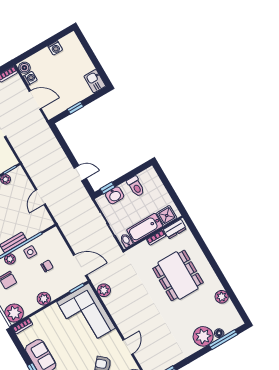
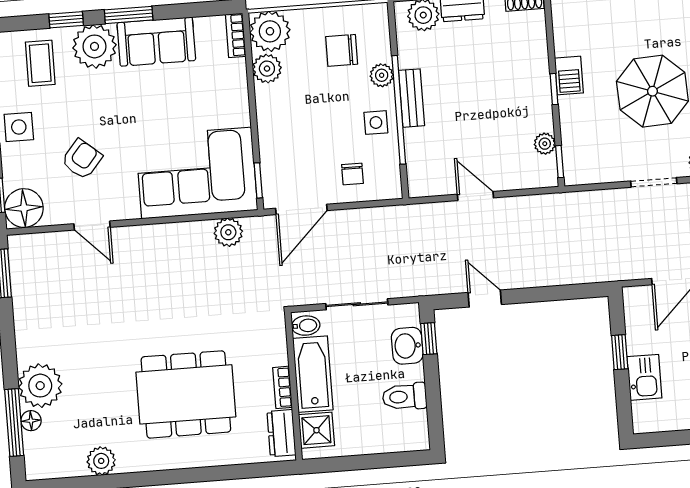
kitchen sink: (95, 81) -> (644, 377), moved, turned 90
door: (80, 173) -> (485, 299), swing flipped
chair: (47, 266) -> (353, 174), moved
plant: (44, 299) -> (267, 69), moved

